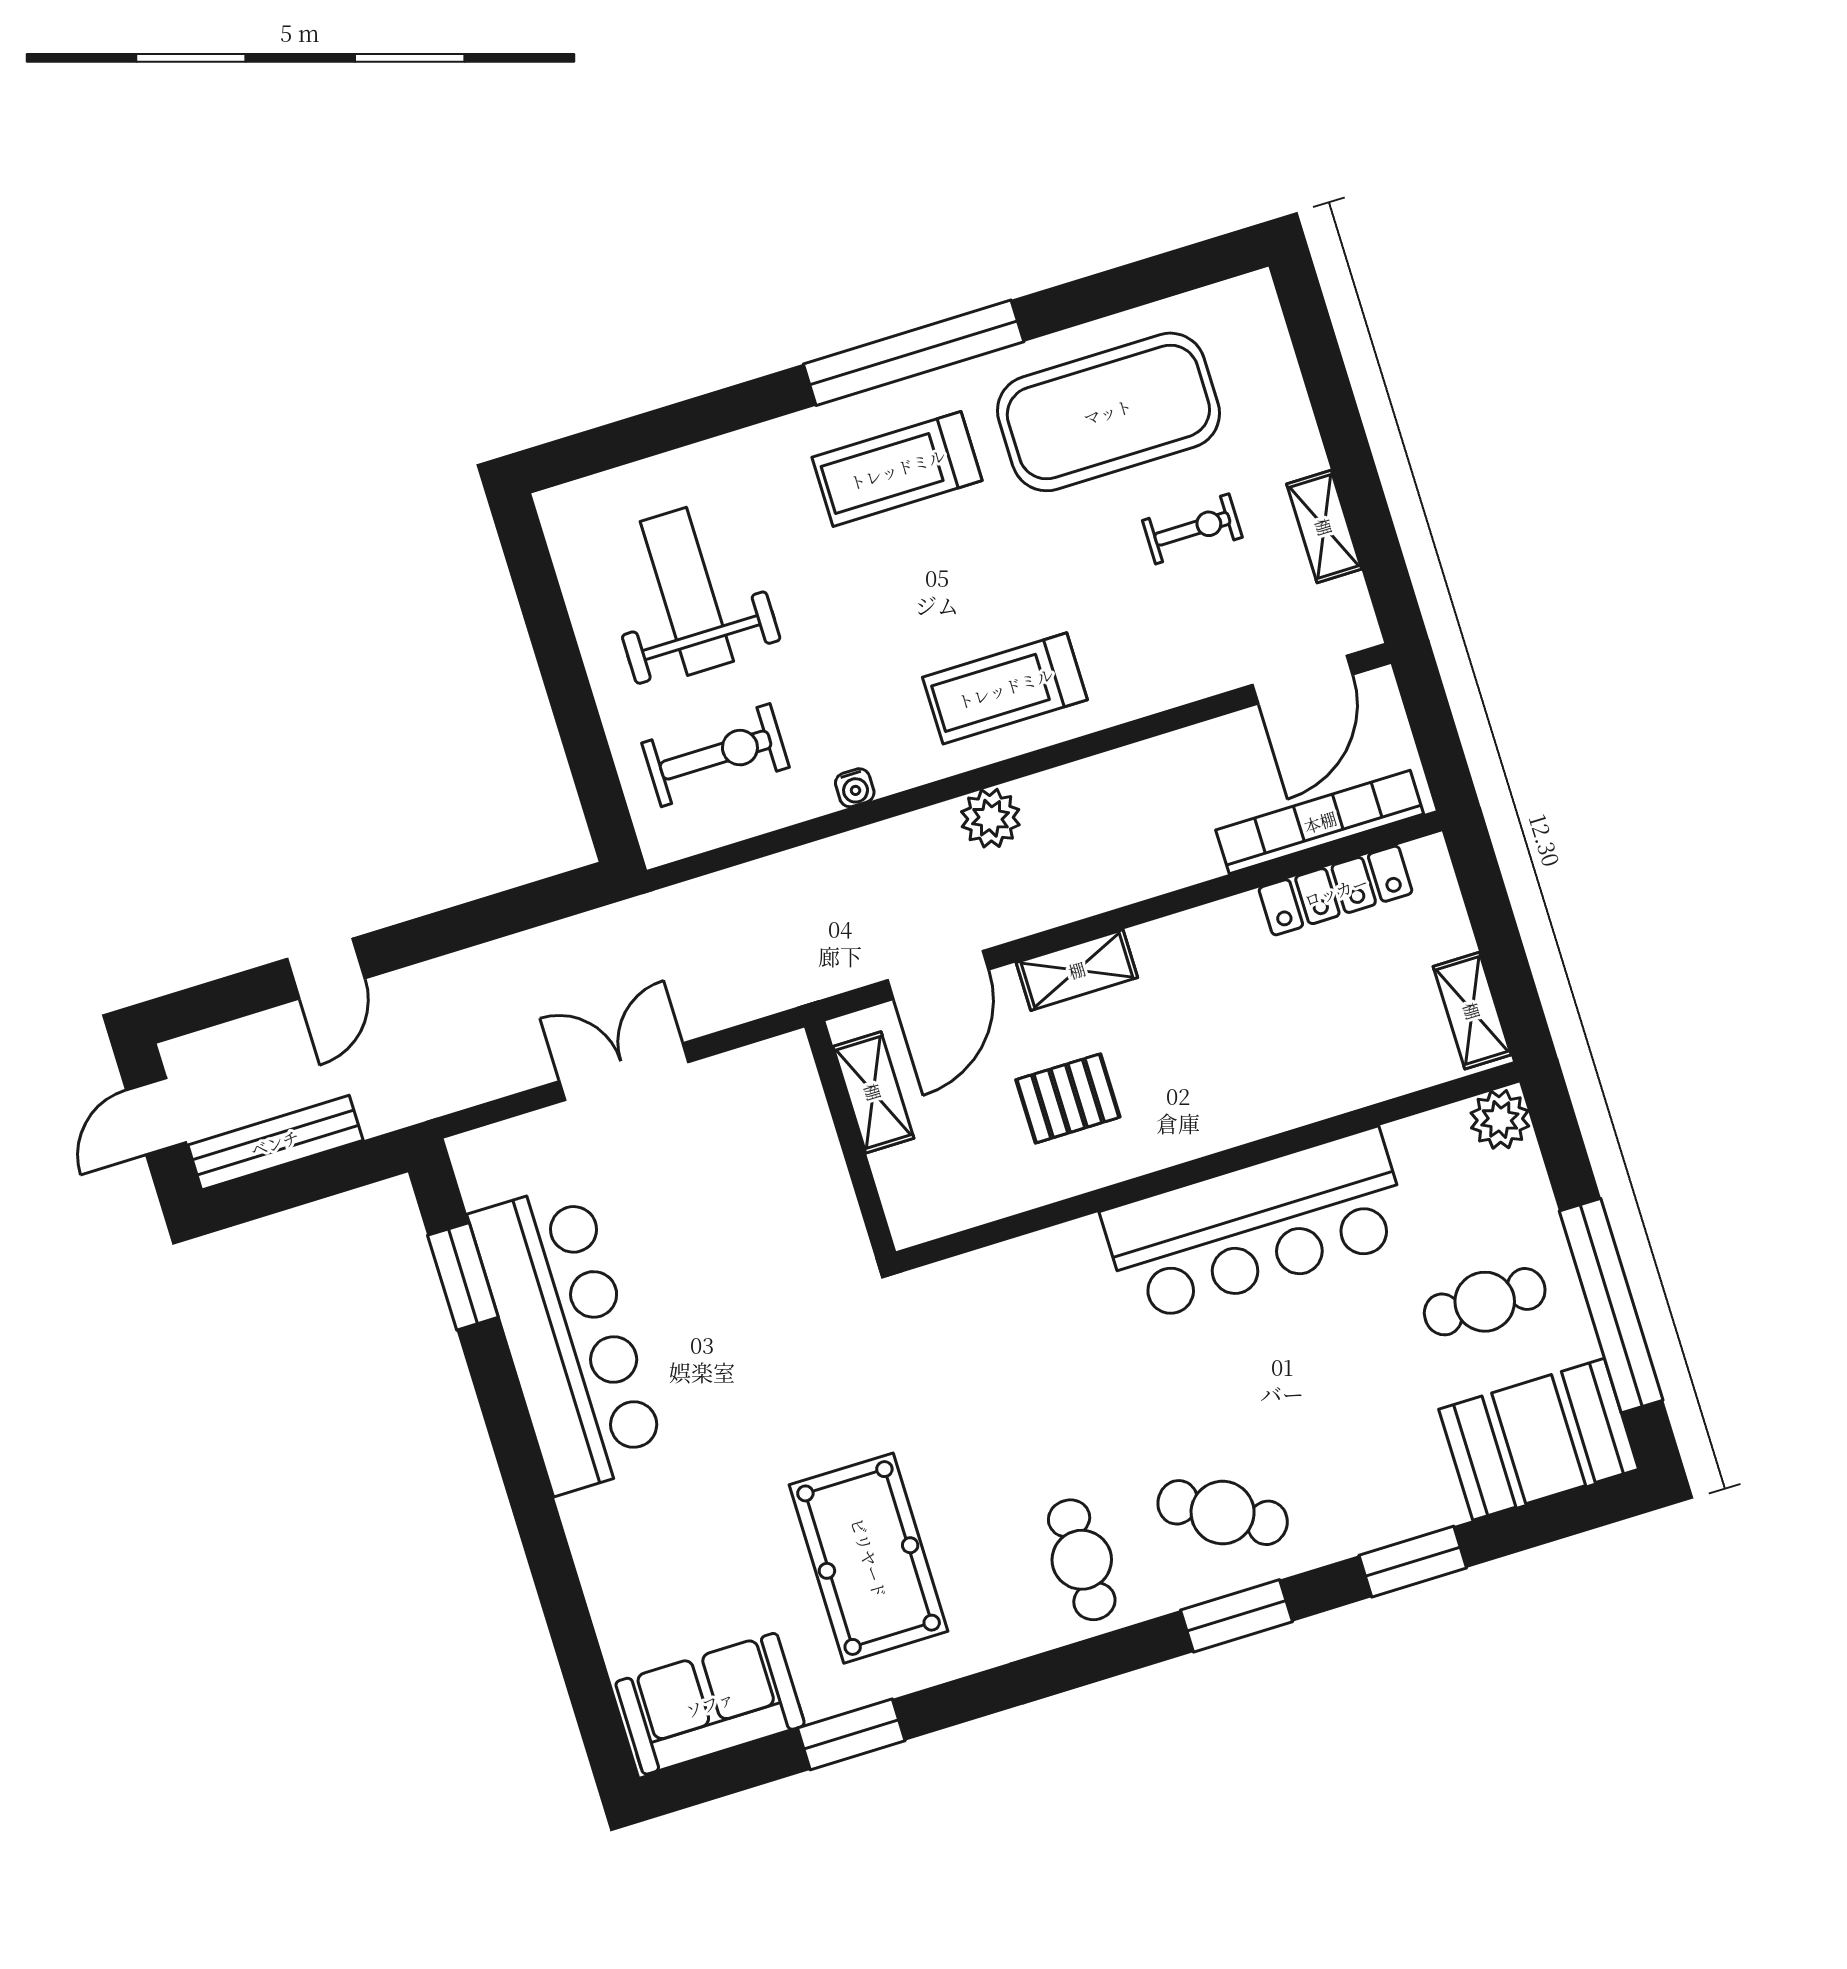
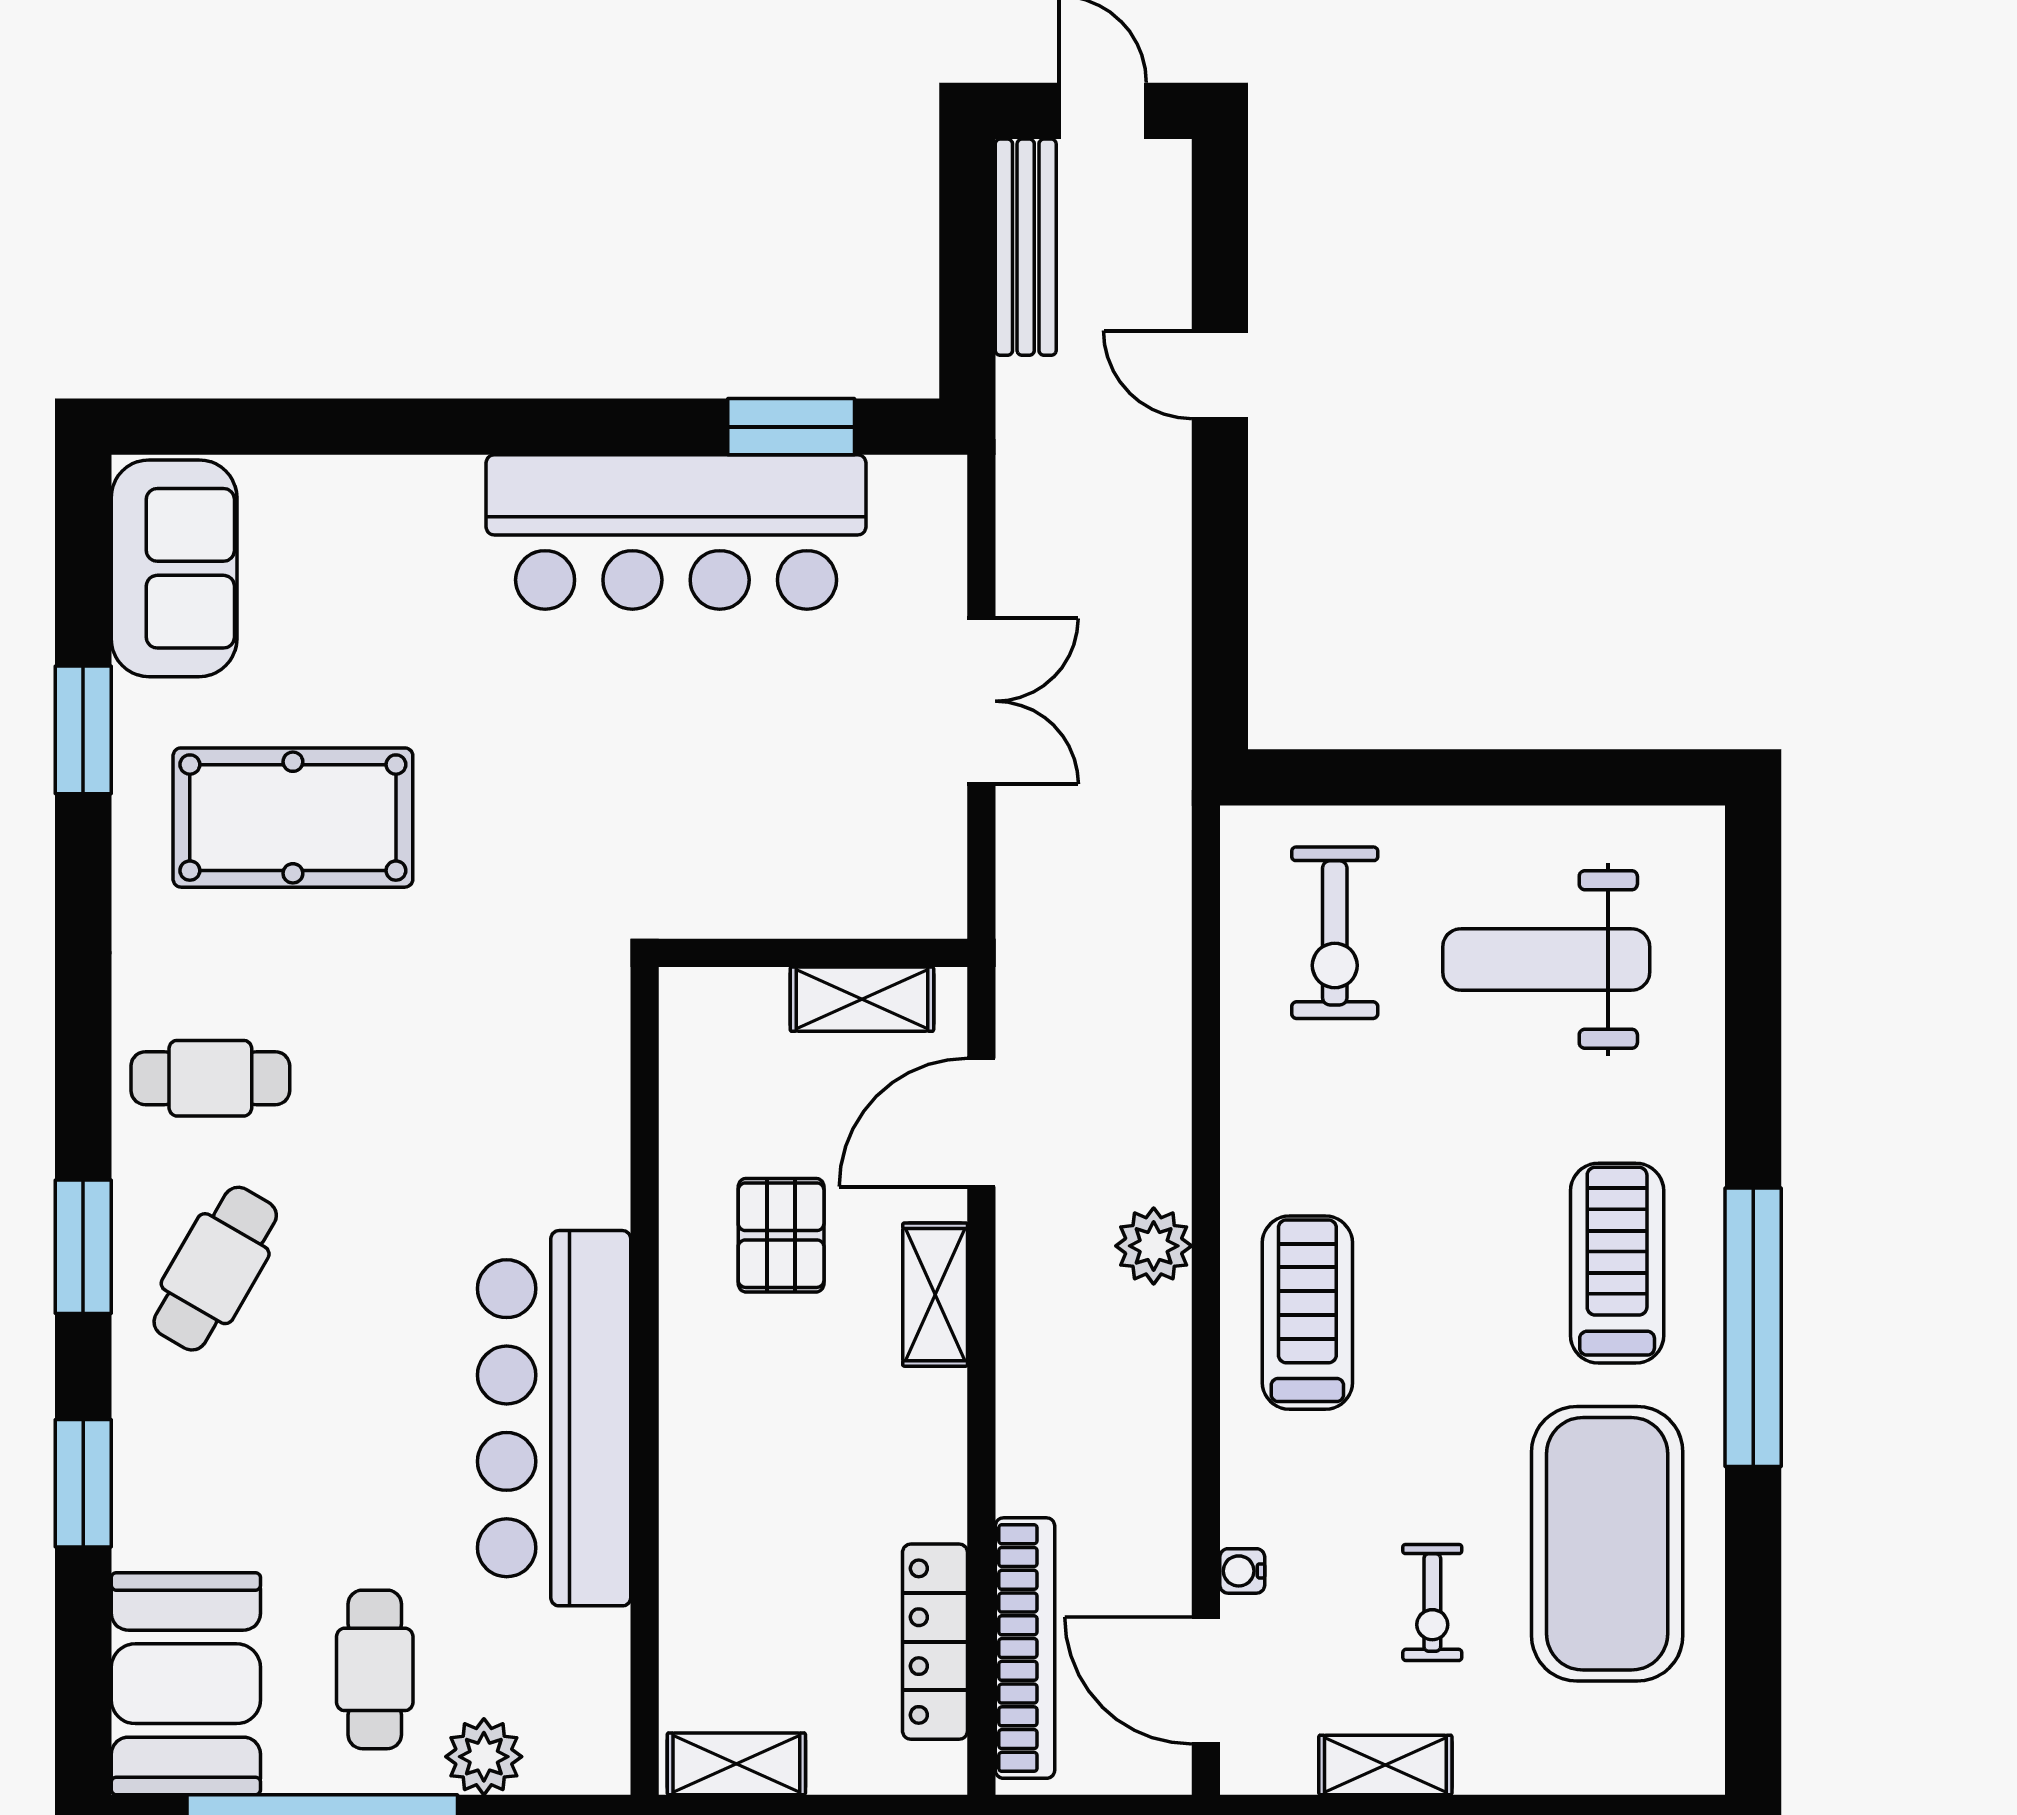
weight bench: (687, 591) -> (1546, 959), turned 180
water cooler: (855, 788) -> (1242, 1571), moved
door: (938, 975) -> (981, 1123), hinge flipped
plant: (1500, 1119) -> (484, 1757), moved

